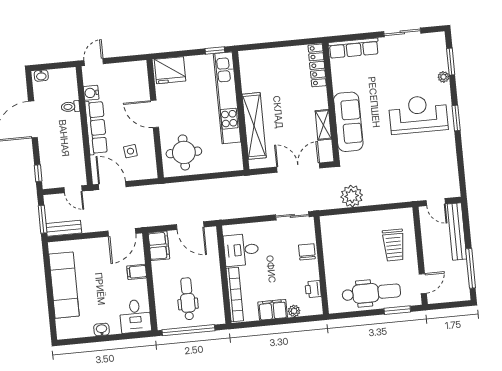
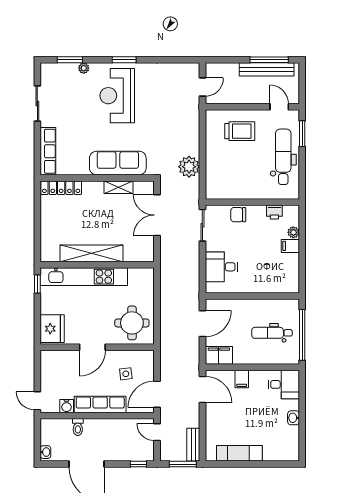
shelving: (254, 126) -> (92, 253), moved
door: (73, 189) -> (157, 432), swing flipped
bench: (457, 231) -> (267, 69), moved
desk: (241, 250) -> (221, 267), moved, turned 90
exam couch: (64, 285) -> (239, 453), width x0.73, depth x0.69
bookcase: (235, 294) -> (272, 287), removed
filing cabinet: (273, 310) -> (290, 246), width x0.50

